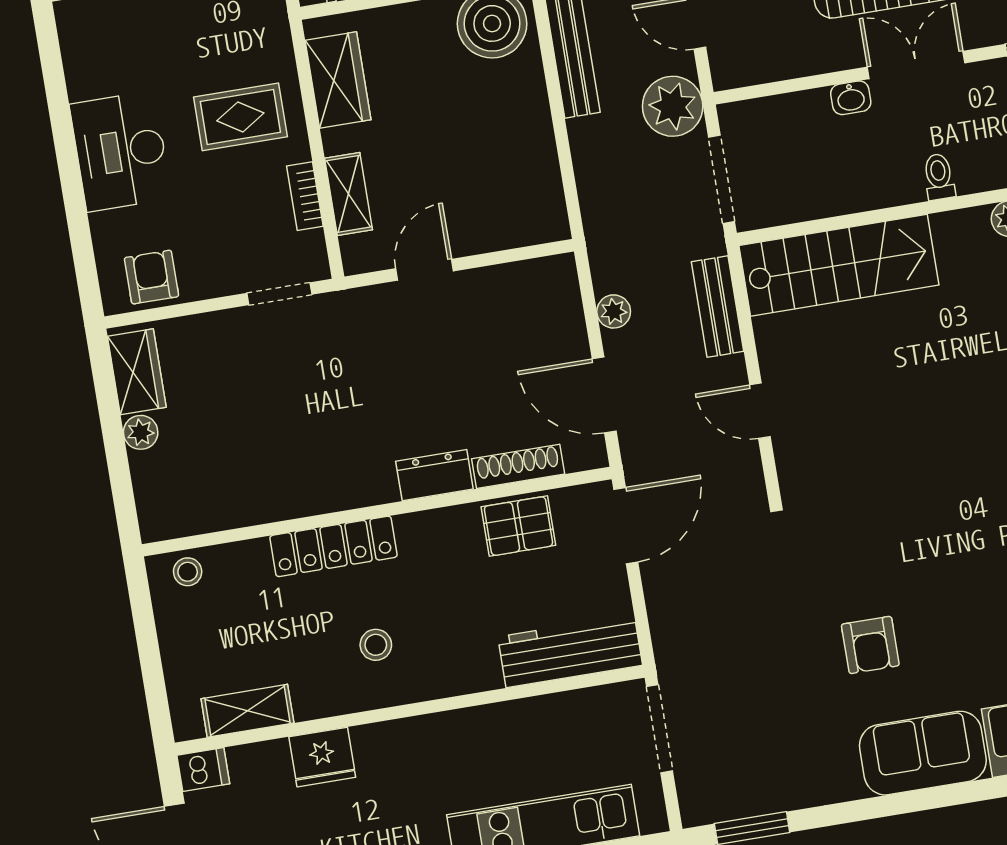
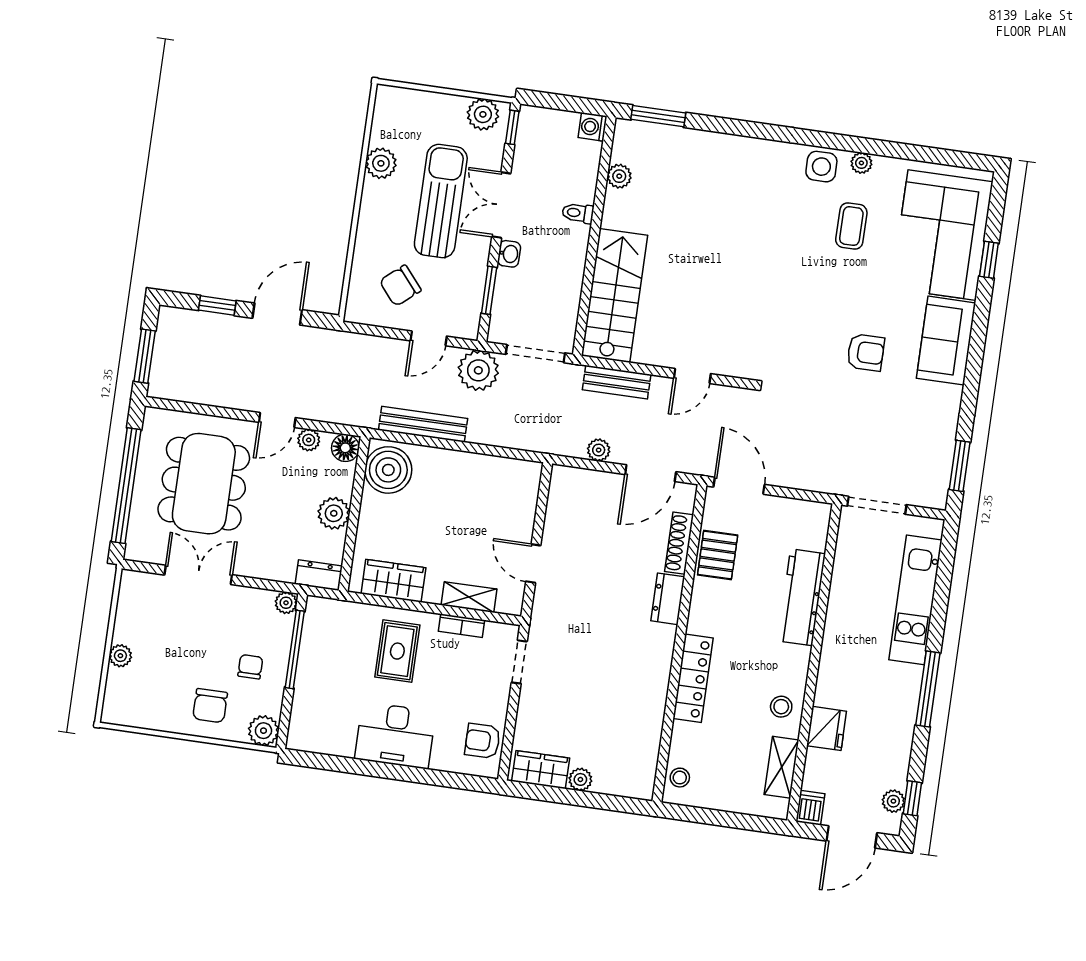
window: (790, 86) -> (489, 290), added
stool: (376, 645) -> (781, 707), moved
workbench: (570, 651) -> (801, 597), moved

